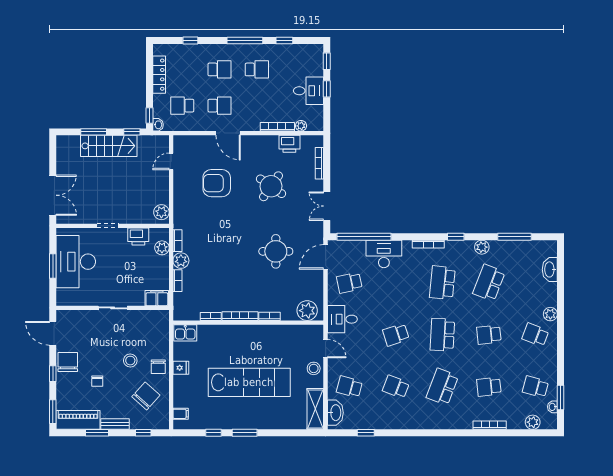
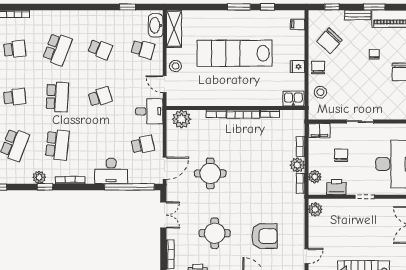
round table: (271, 186) -> (215, 233), turned -35
plant: (482, 247) -> (39, 177), moved
chair: (133, 271) -> (341, 155), added
stool: (130, 361) -> (320, 92), moved

